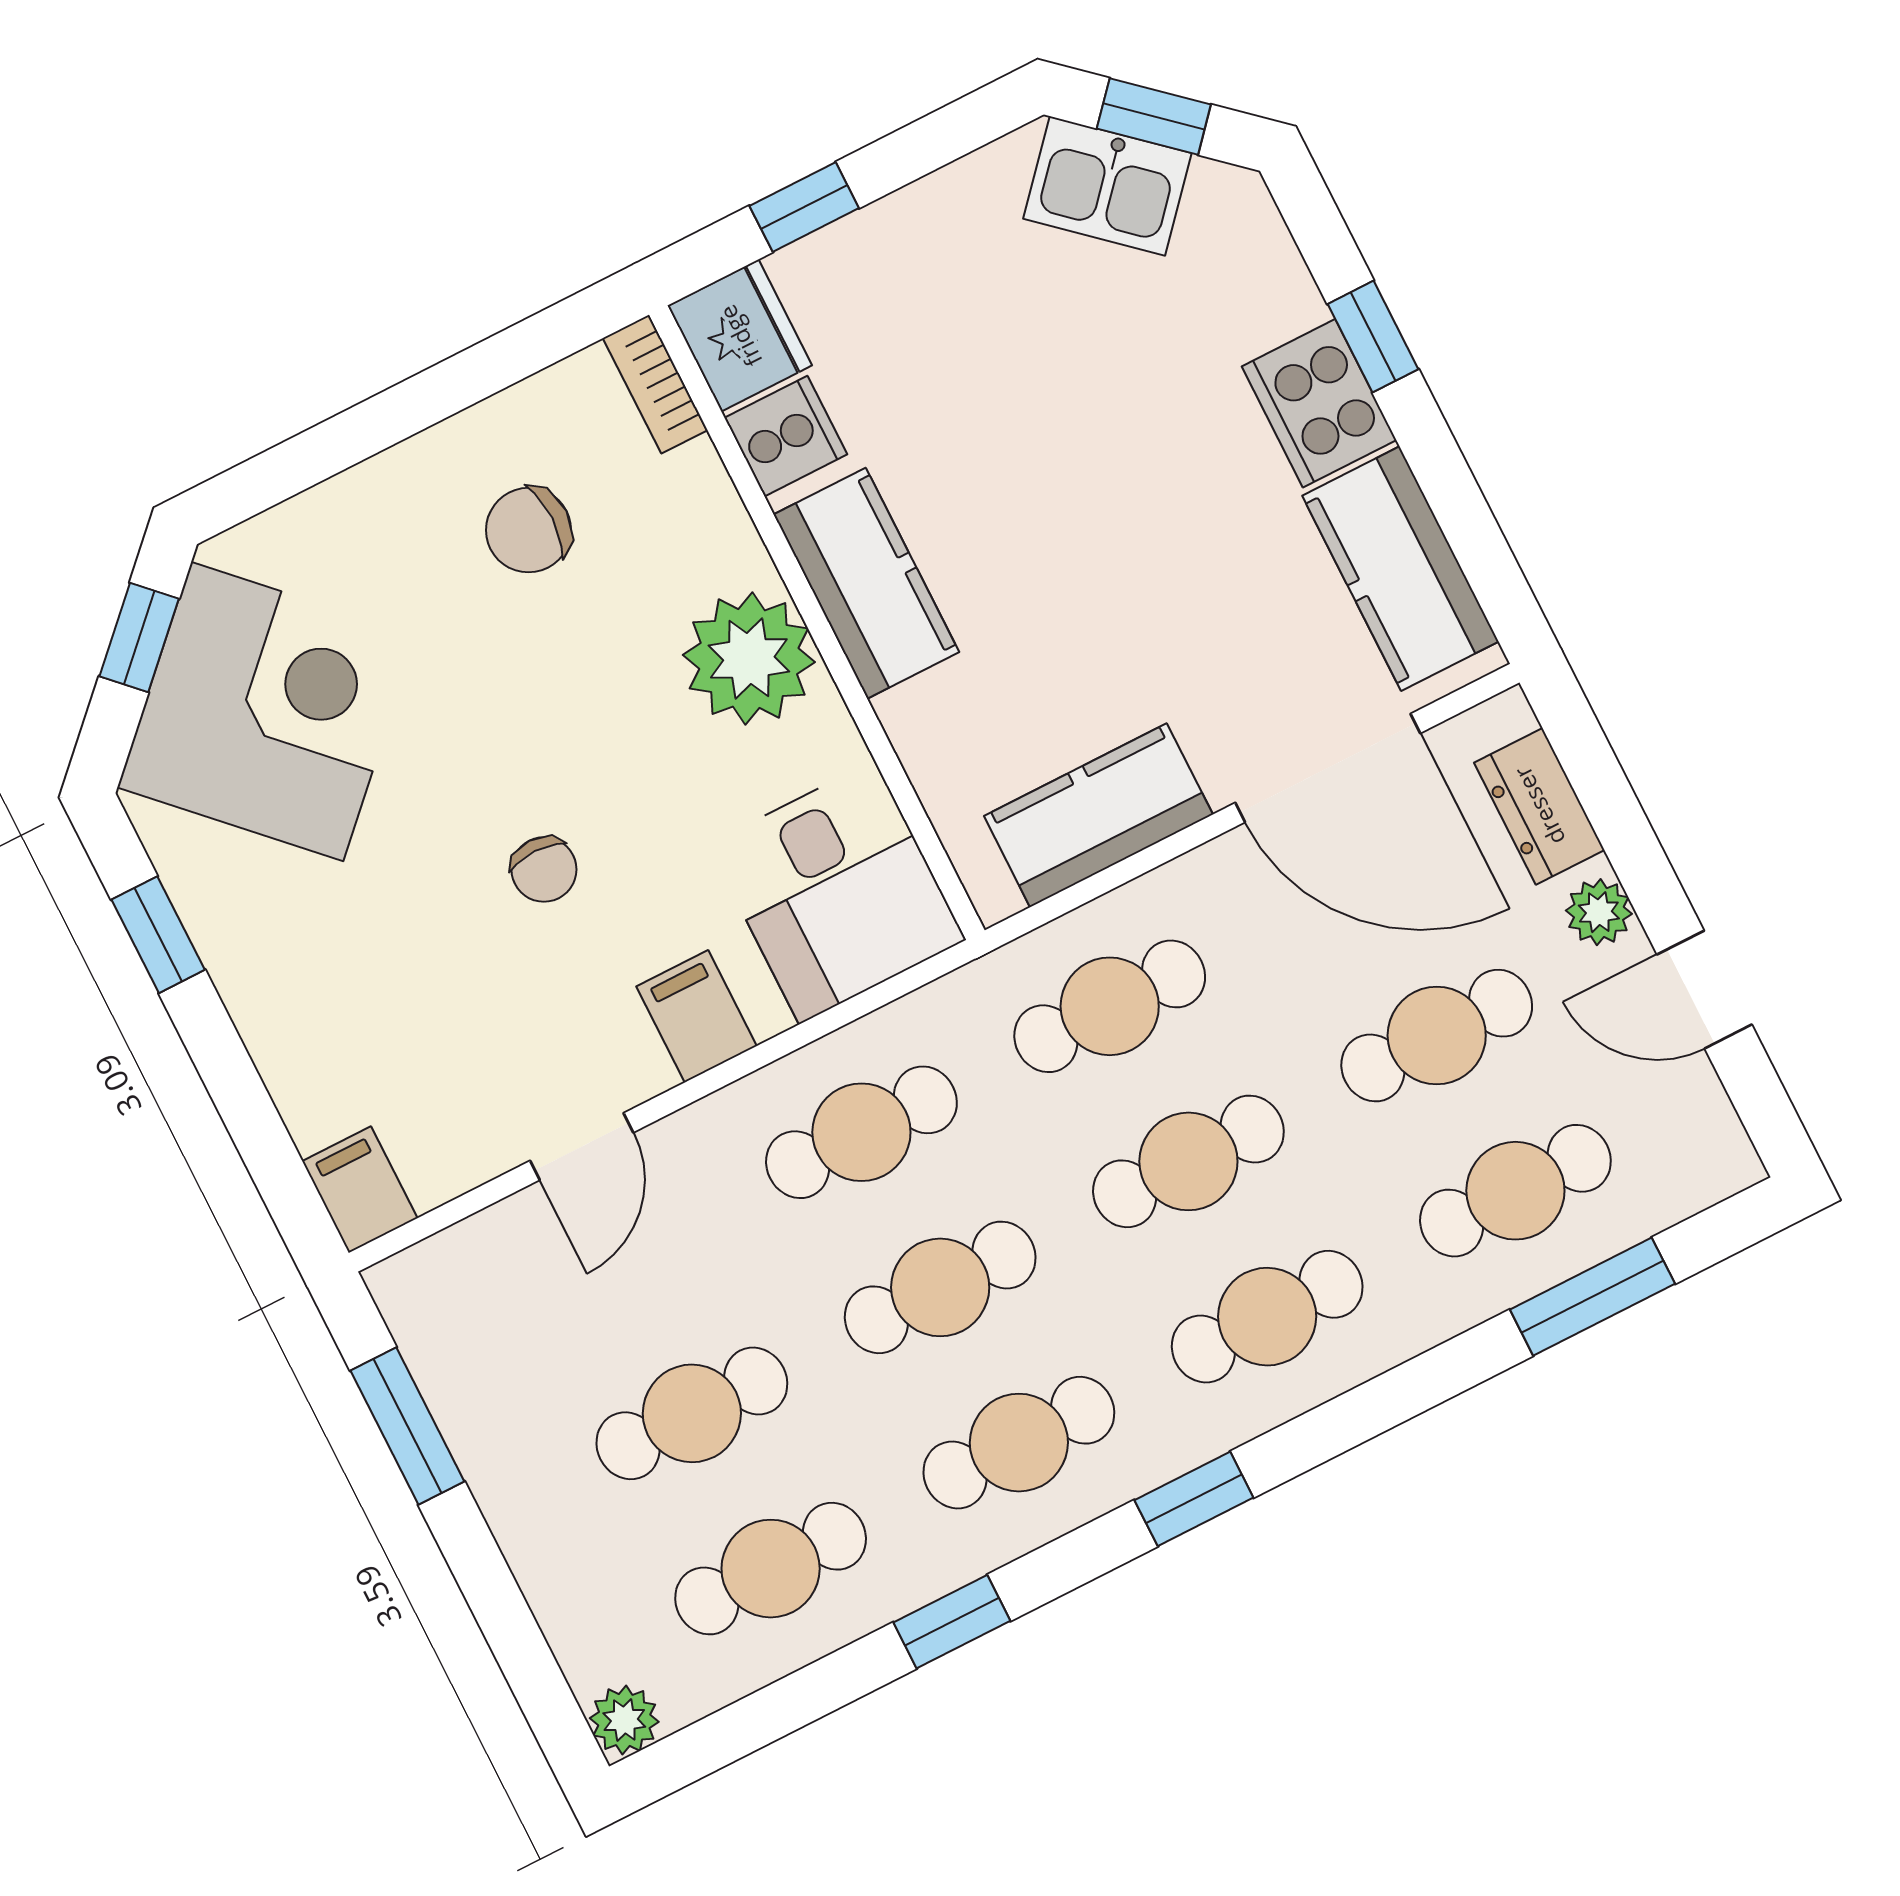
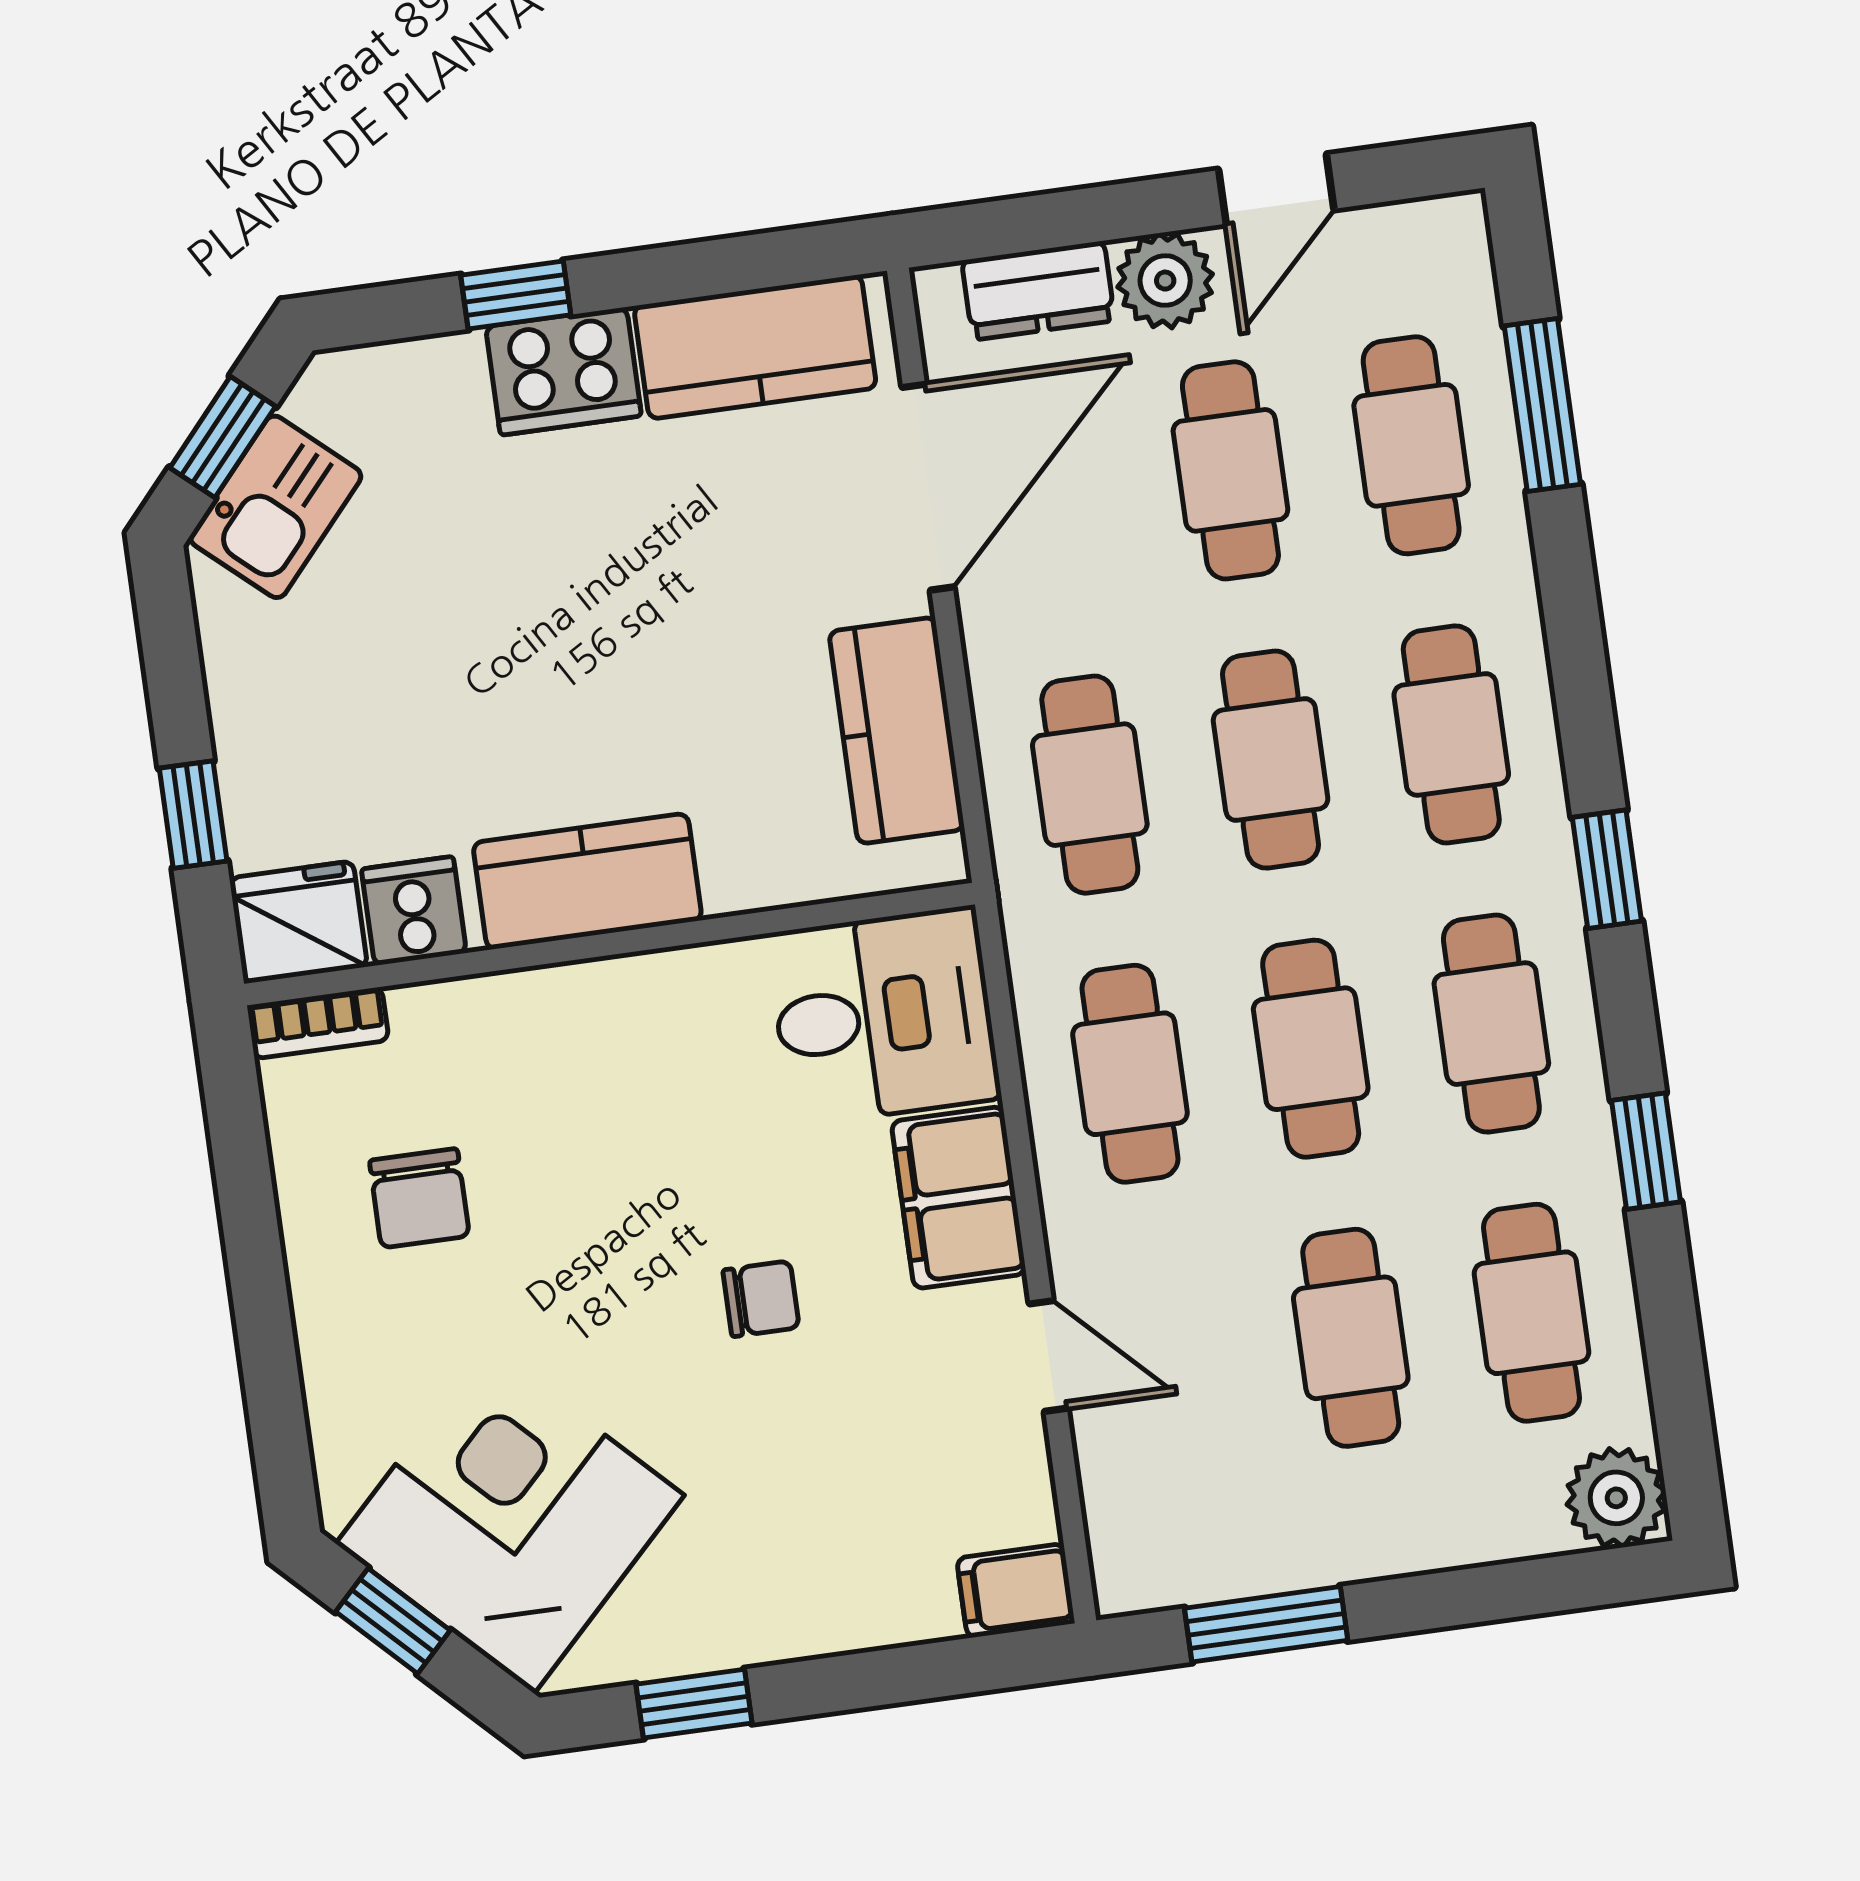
plant: (749, 658) -> (622, 1024), removed
plant: (1599, 912) -> (1165, 281), width x1.38, depth x1.38
filing cabinet: (697, 1016) -> (959, 1198), width x2.00
plant: (624, 1720) -> (1616, 1498), width x1.38, depth x1.38

